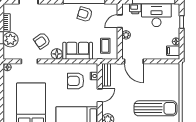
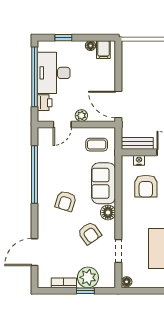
armchair: (85, 14) -> (66, 201), moved
door: (120, 21) -> (62, 124), hinge flipped
door: (134, 61) -> (118, 105), swing flipped

